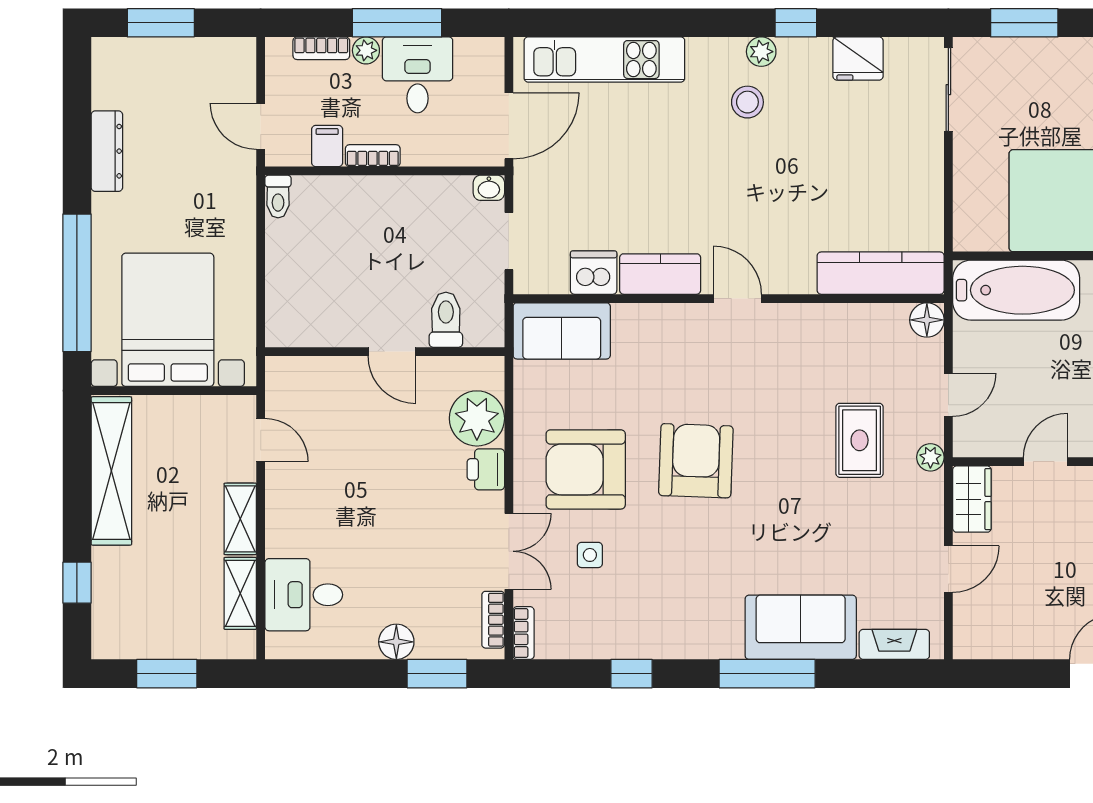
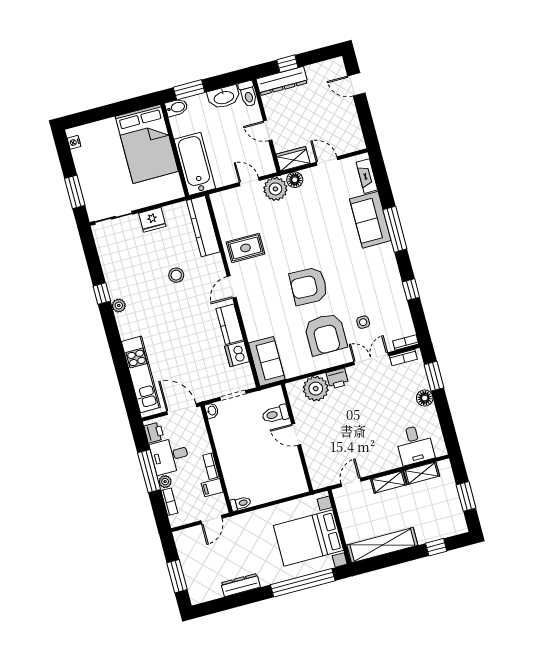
printer: (475, 55) -> (154, 433), added
fridge: (858, 59) -> (152, 220), moved, turned 90
stool: (747, 102) -> (176, 275), moved
floor lamp: (927, 320) -> (295, 180), moved
door: (392, 352) -> (296, 434), swing flipped
rug: (860, 440) -> (246, 248), moved
plant: (930, 457) -> (275, 189), width x1.88, depth x1.88

